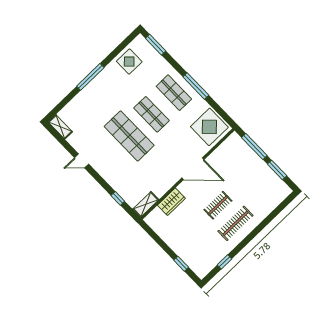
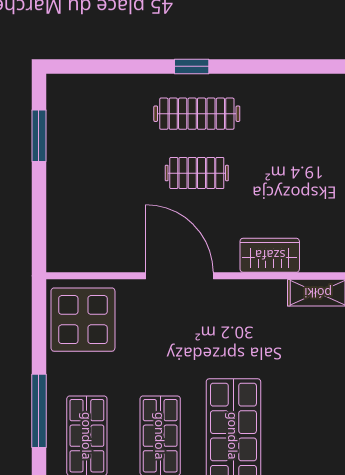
window: (254, 146) -> (39, 213), removed
window: (224, 262) -> (192, 66), moved

